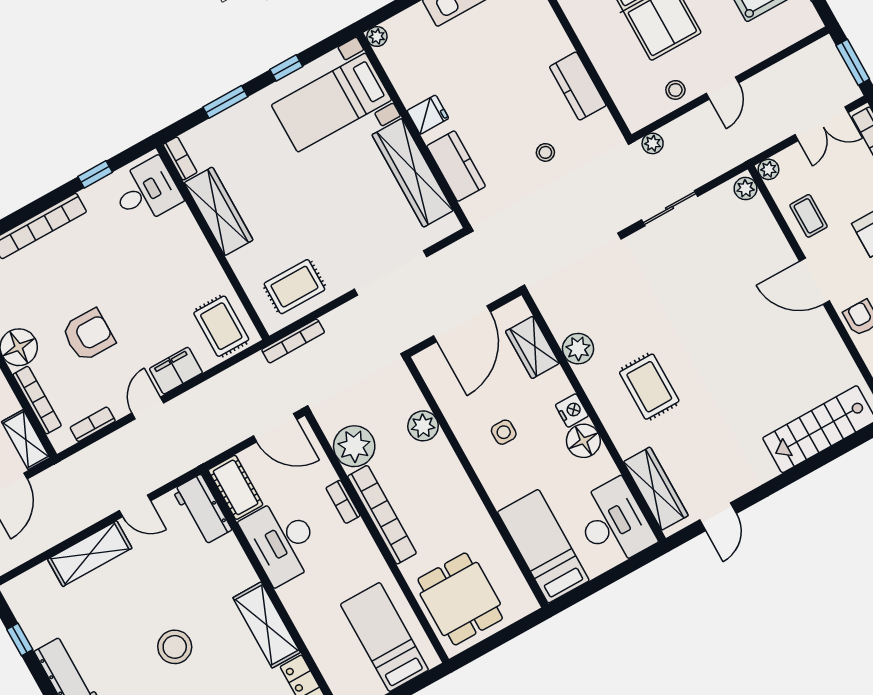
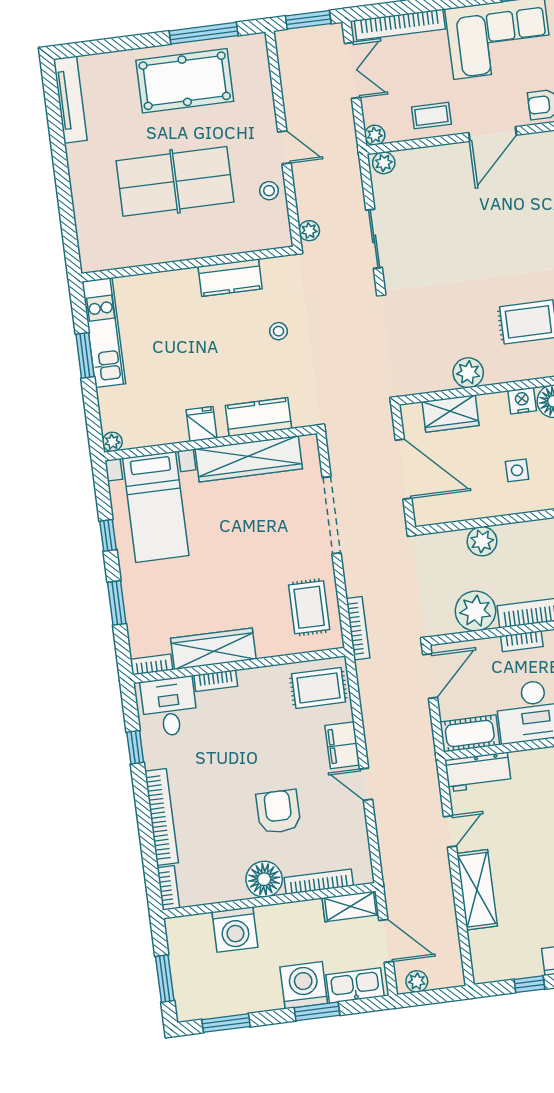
bookcase: (93, 424) -> (216, 681), moved, turned -90

